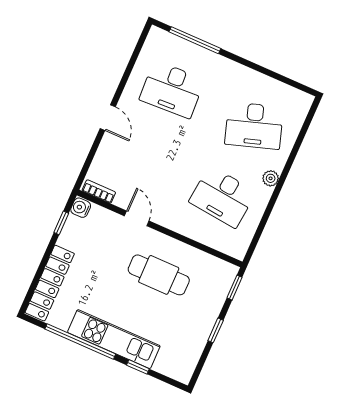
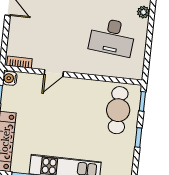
door: (137, 218) -> (54, 73), swing flipped
cafe table: (159, 275) -> (118, 110), moved, turned 90

